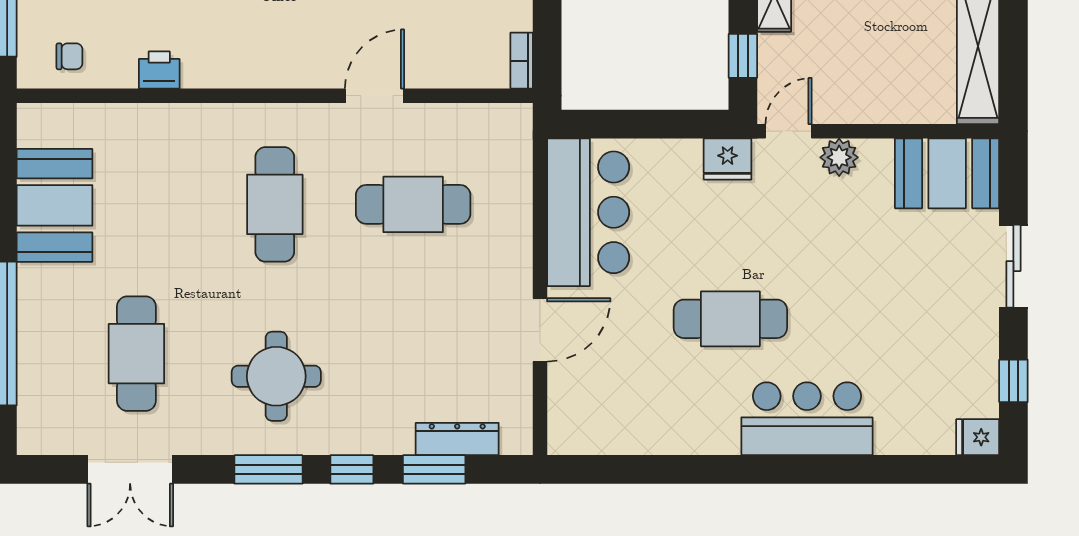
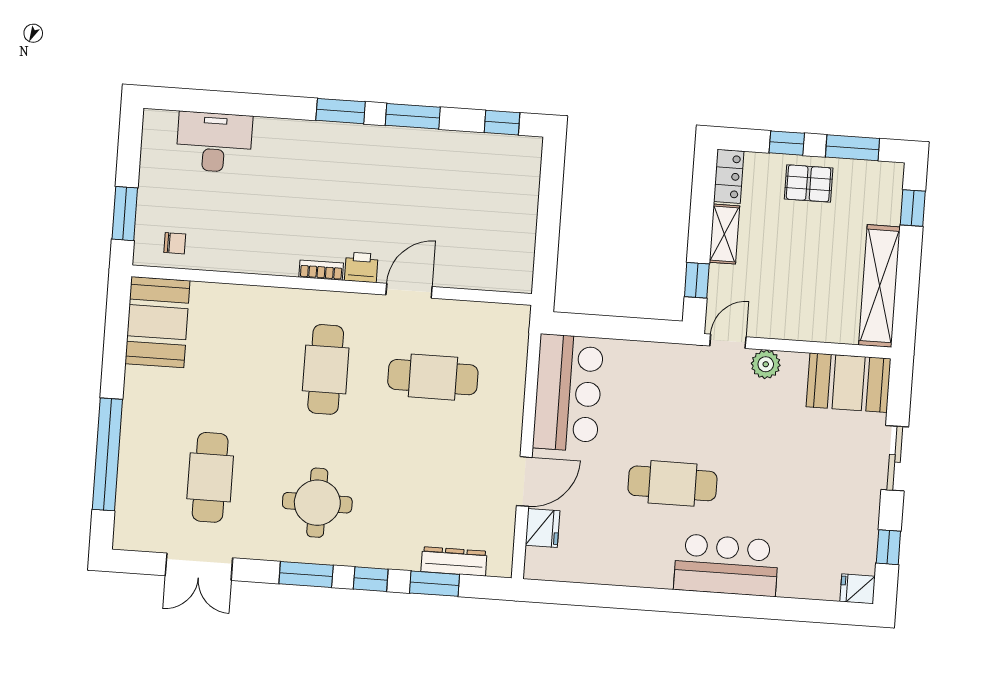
bookcase: (522, 61) -> (321, 270), moved, turned 90
printer: (159, 70) -> (361, 267), moved
fridge: (728, 159) -> (543, 528), moved, turned -90
booth: (55, 205) -> (157, 322), moved

